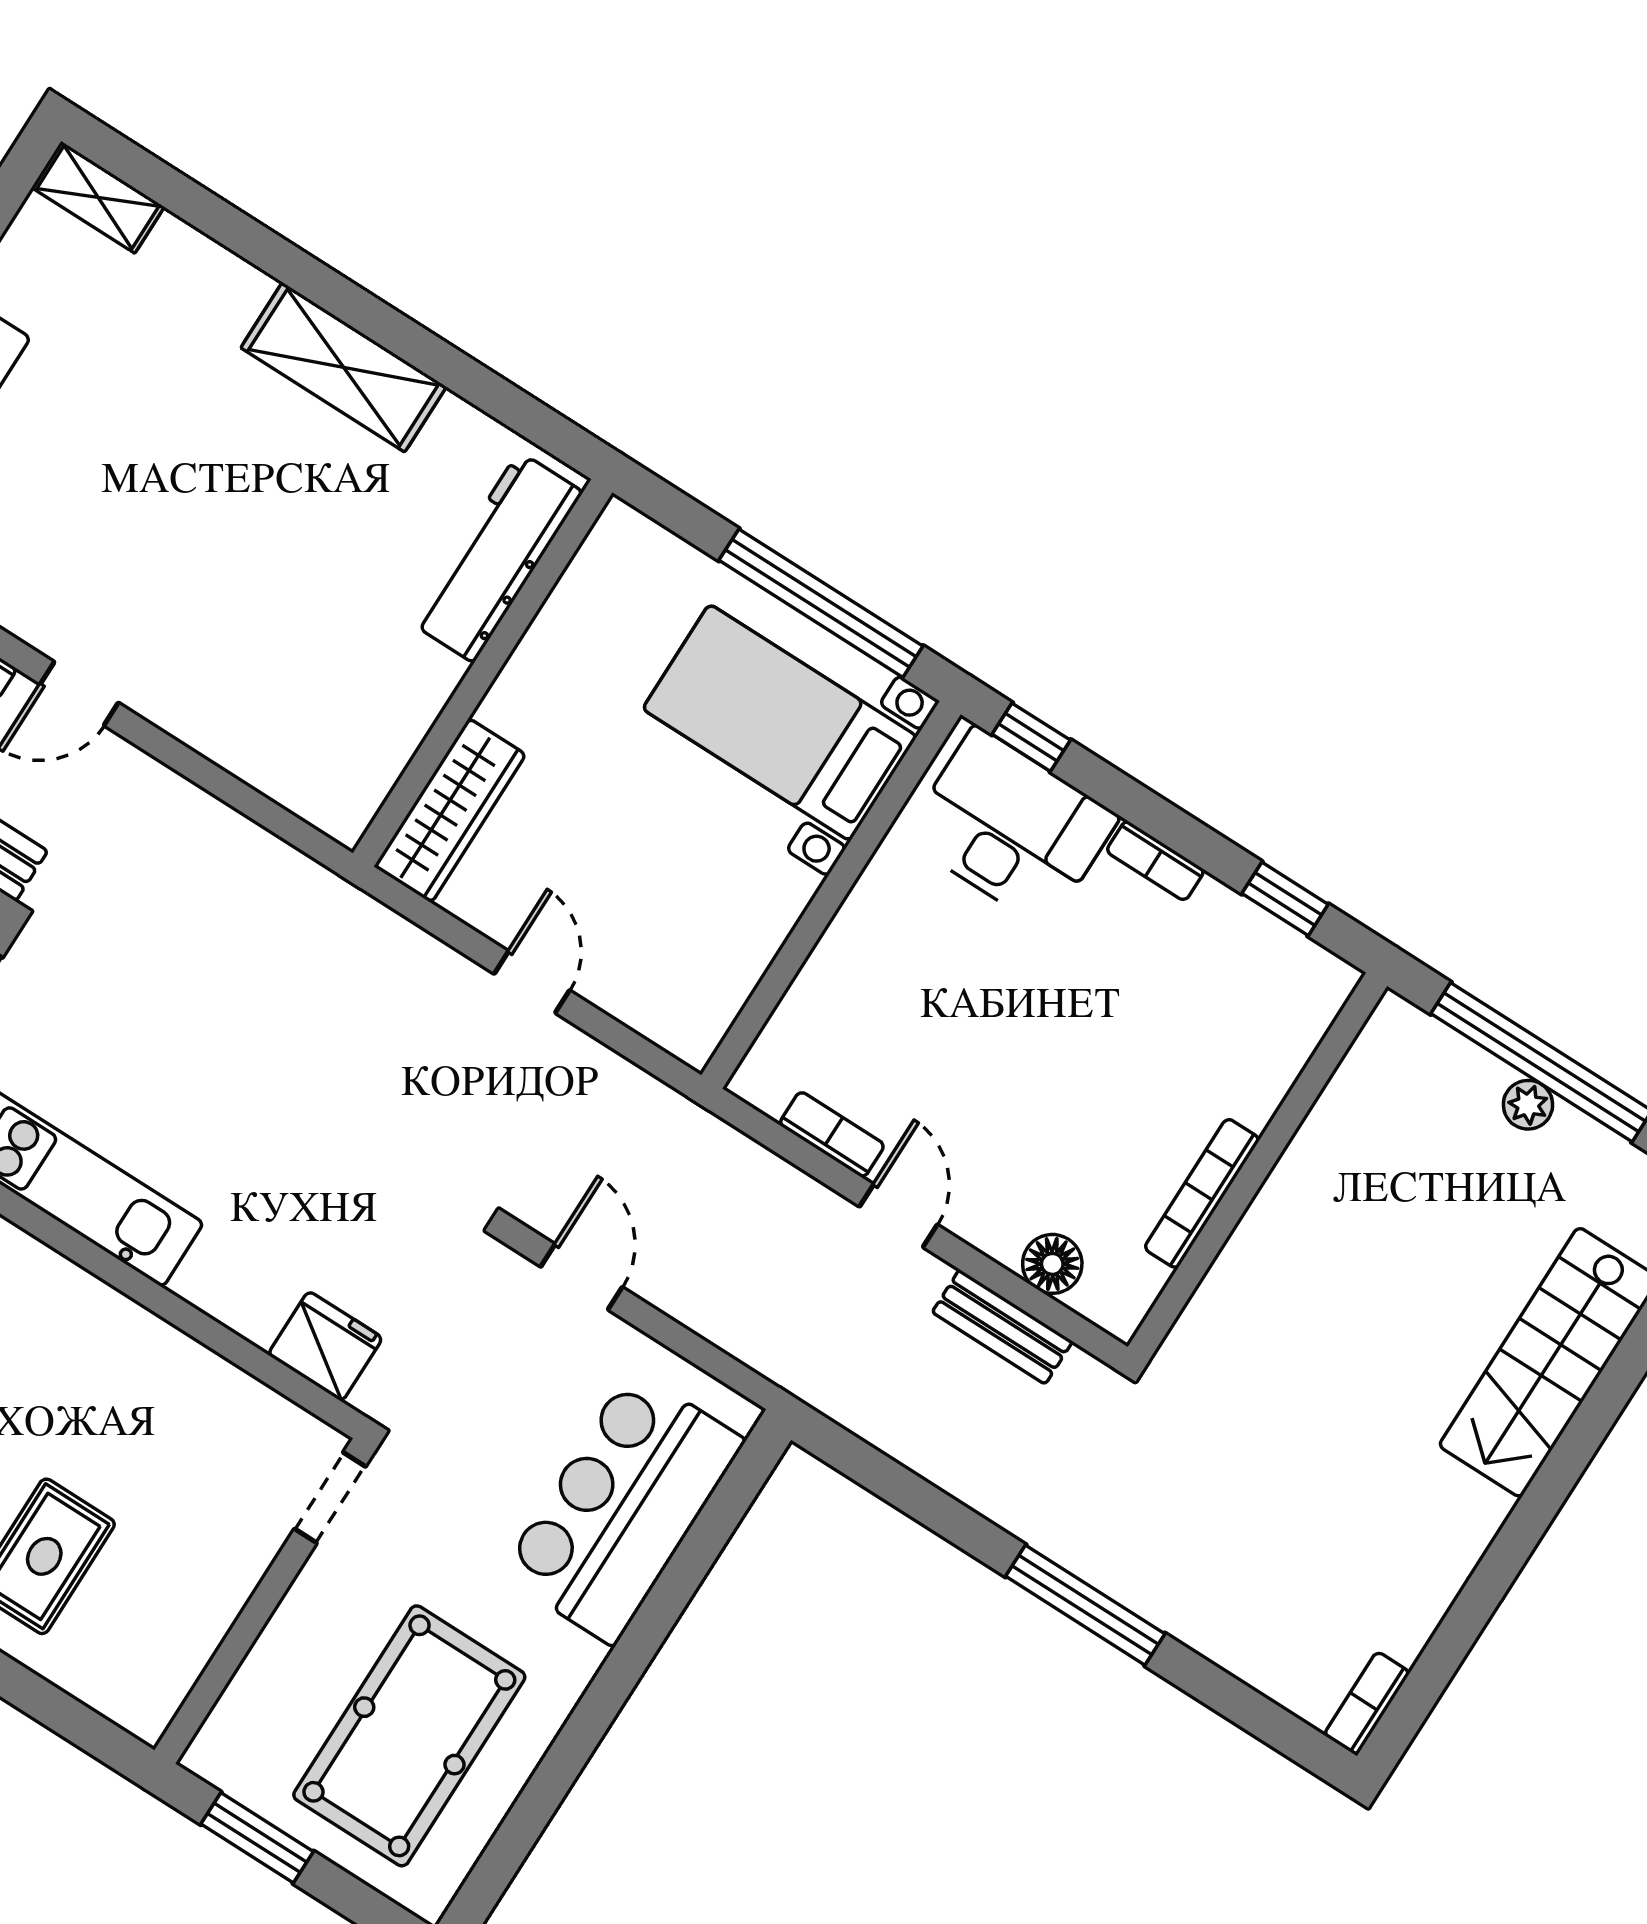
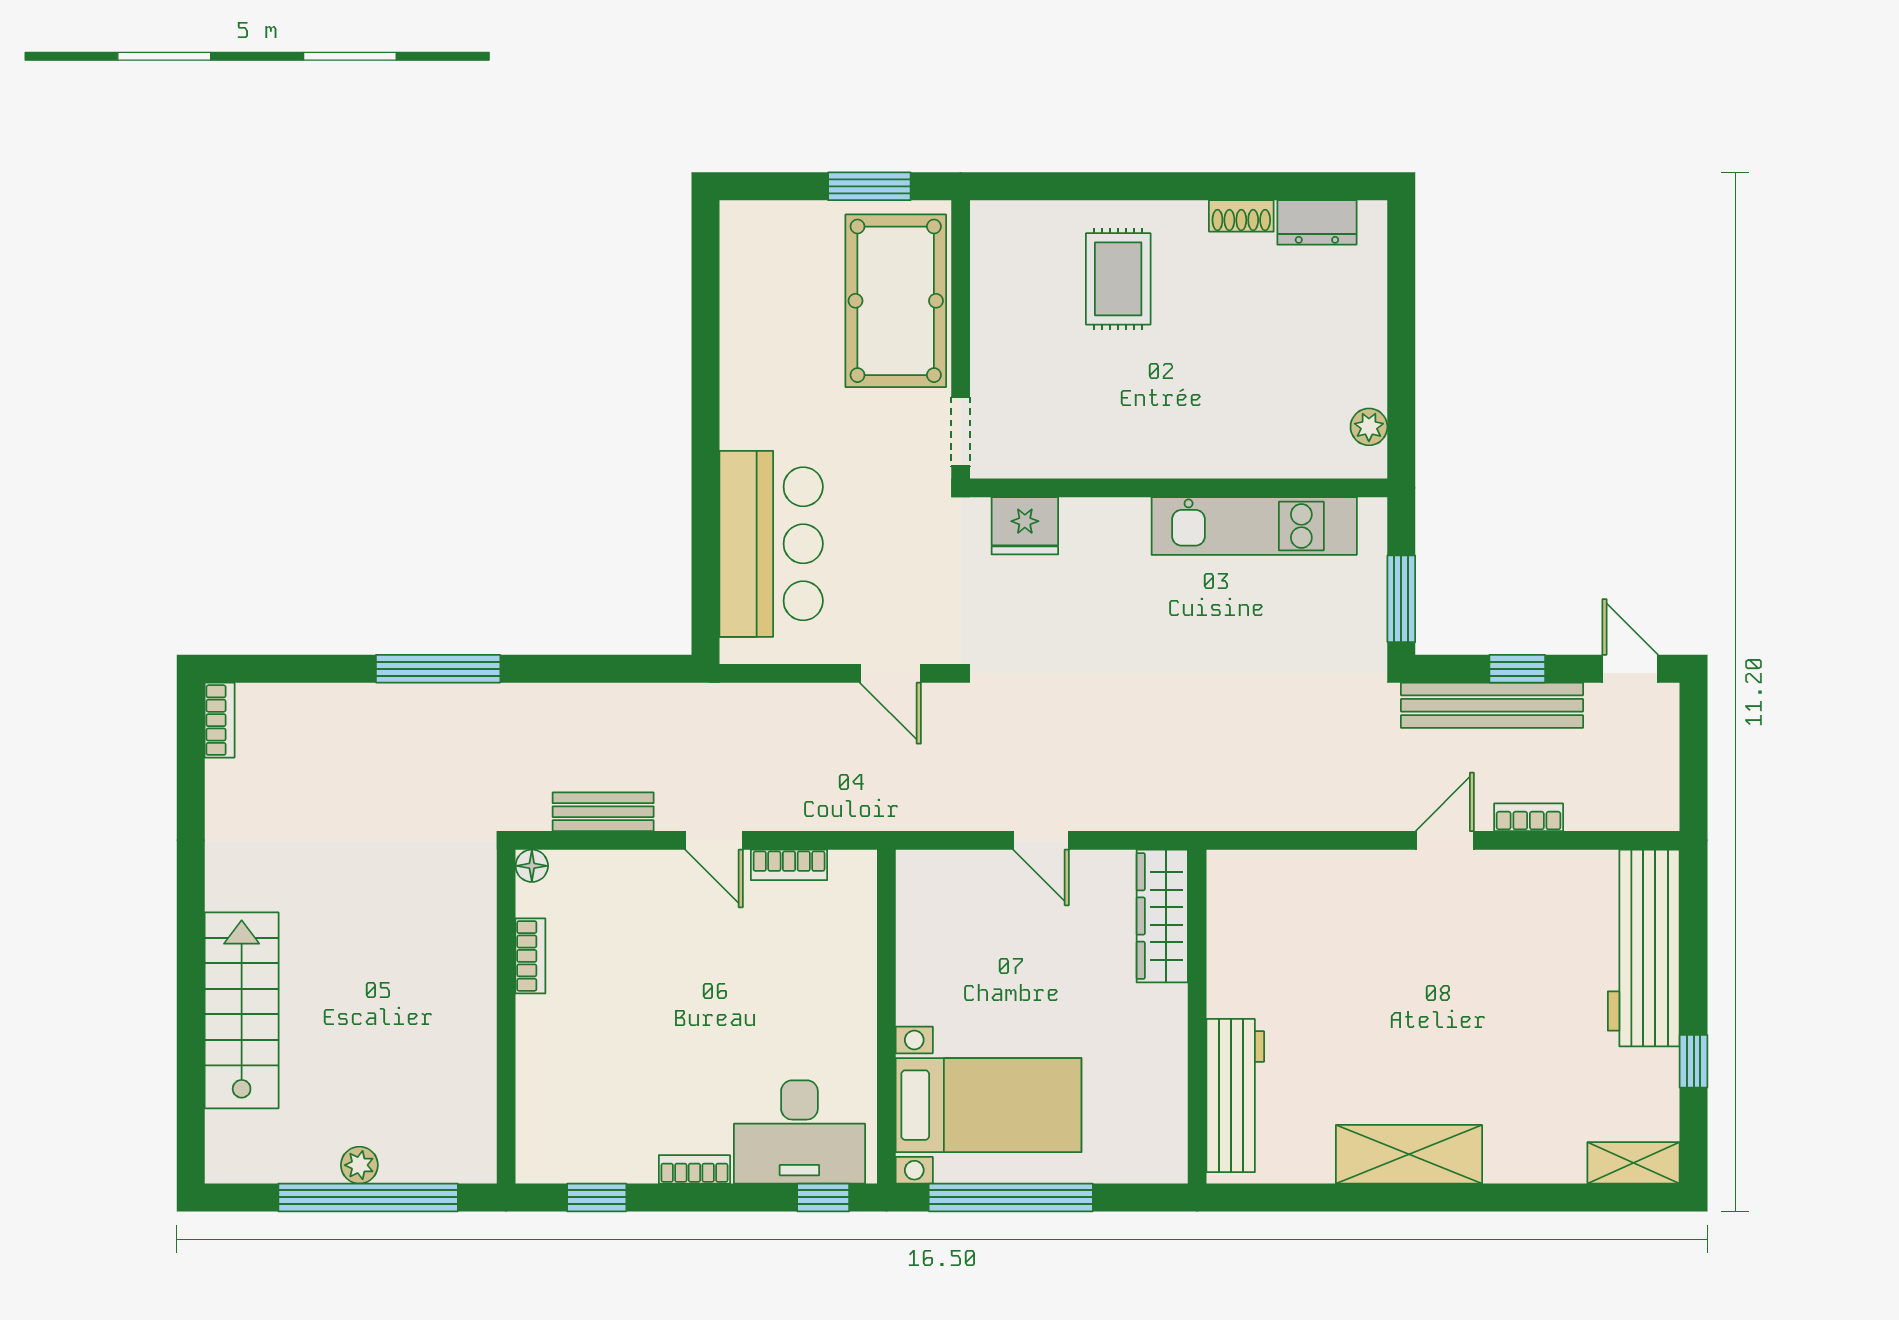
bookcase: (1202, 1193) -> (530, 956), width x0.64
floor lamp: (1052, 1264) -> (532, 866), moved, width x0.73, depth x0.73
pool table: (409, 1736) -> (896, 301), moved

